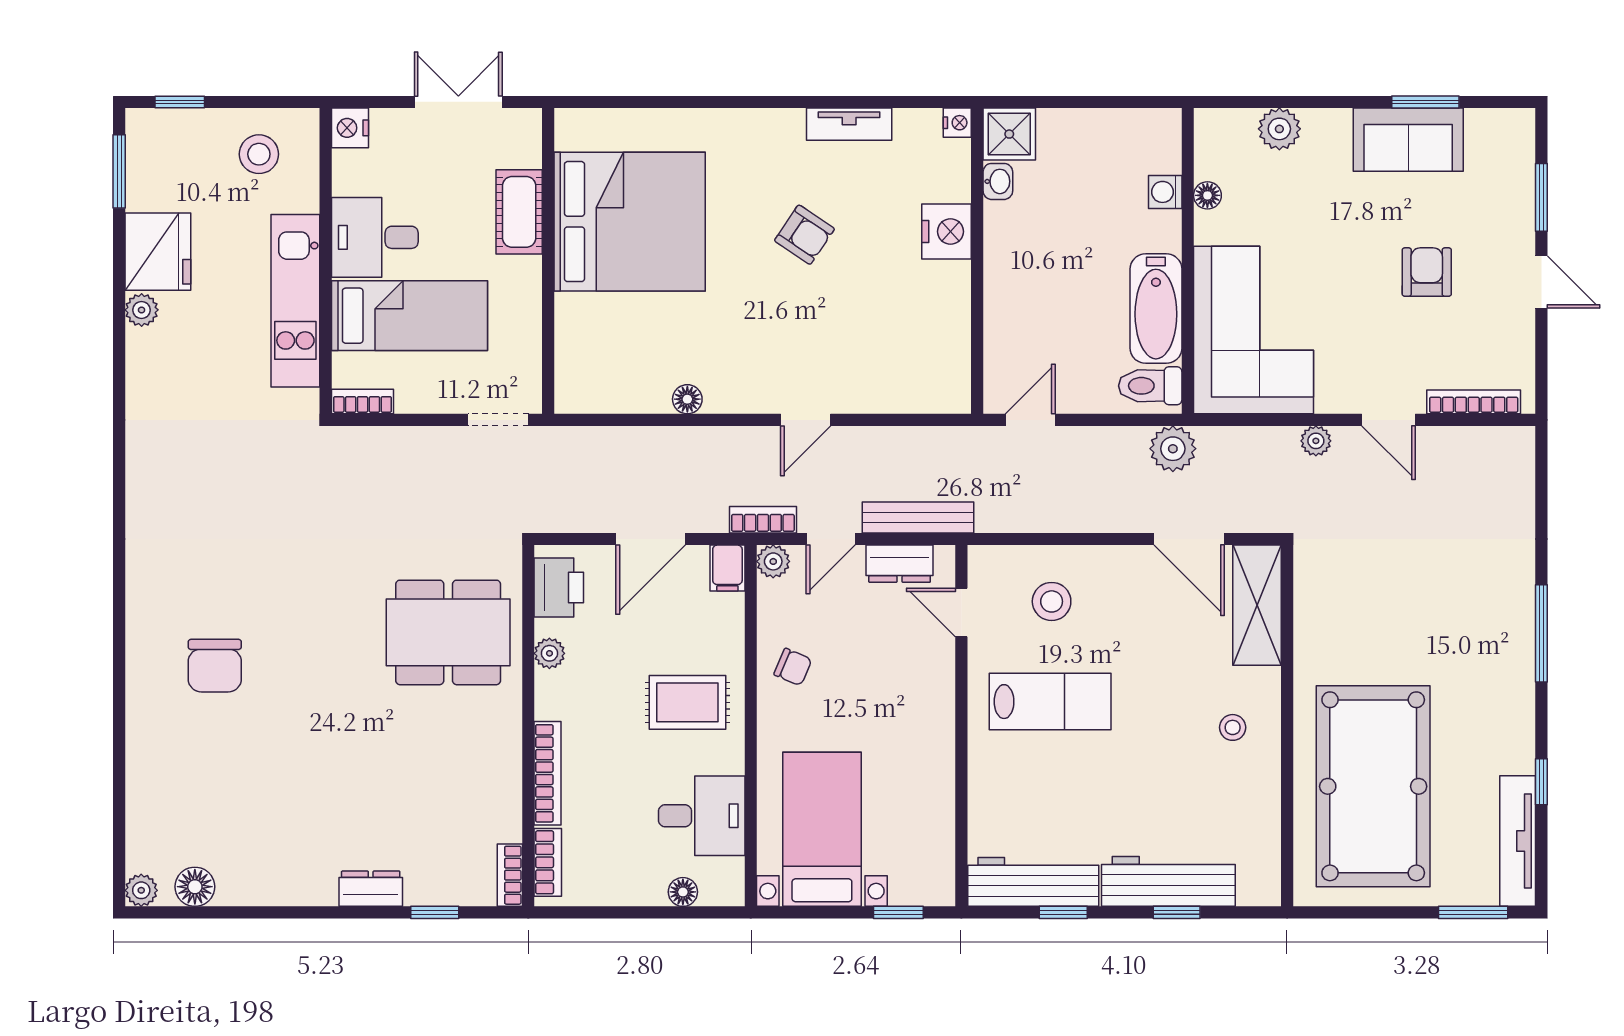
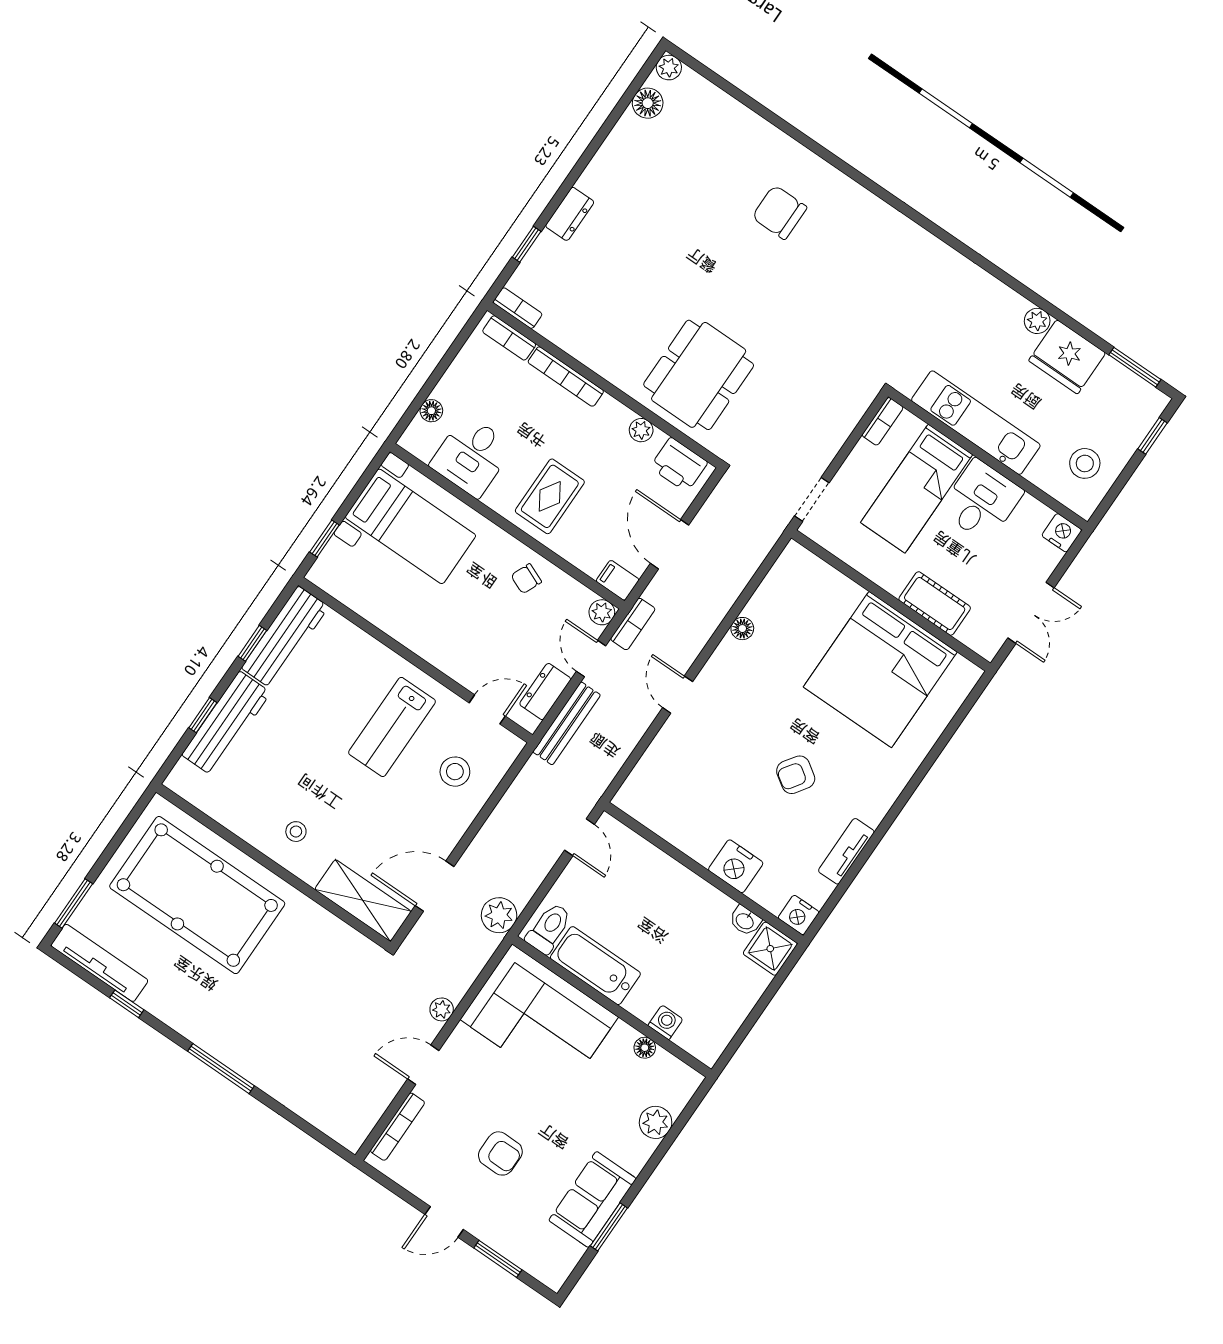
nightstand: (957, 123) -> (799, 915), width x1.39, depth x1.35

